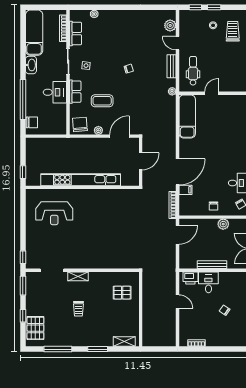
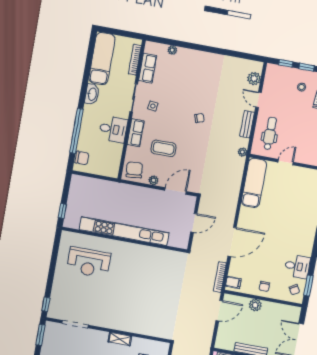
filing cabinet: (185, 190) -> (233, 282), moved
plant: (223, 224) -> (255, 305), moved
shelving: (78, 276) -> (120, 339), moved

